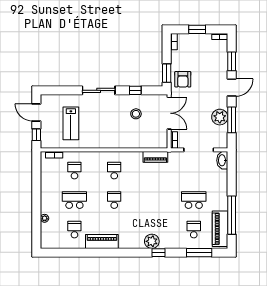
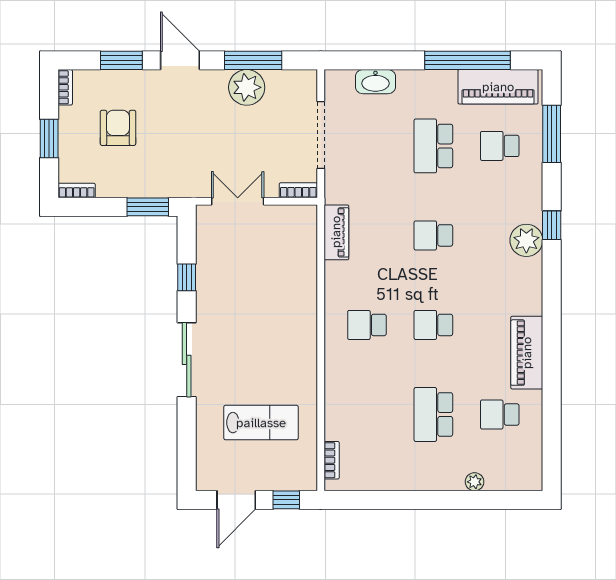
armchair: (183, 79) -> (118, 128), moved, turned -90
double door: (169, 113) -> (238, 201), width x0.73
stool: (136, 114) -> (239, 276), removed
washbasin: (222, 160) -> (375, 82), moved
school desk: (74, 171) -> (433, 235), moved

